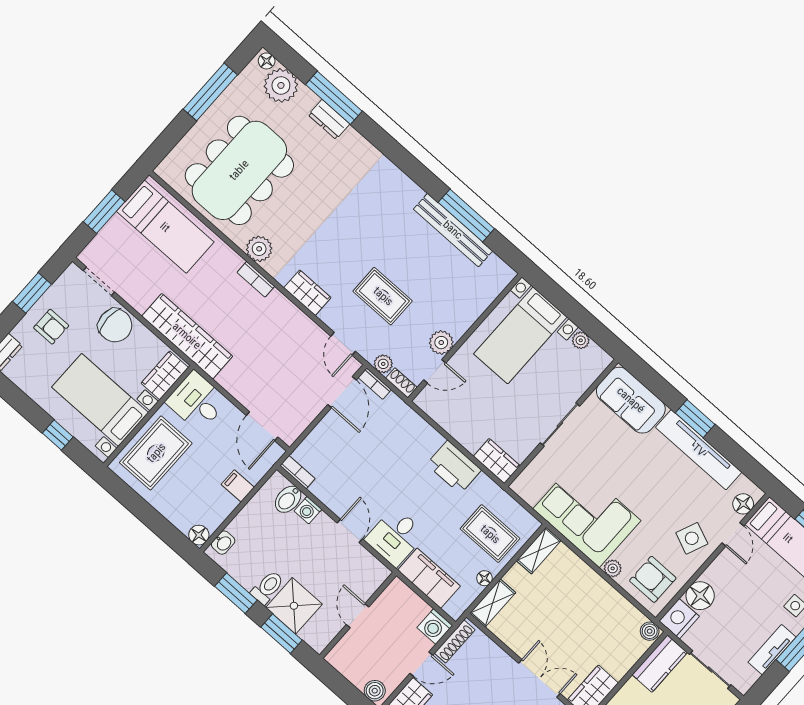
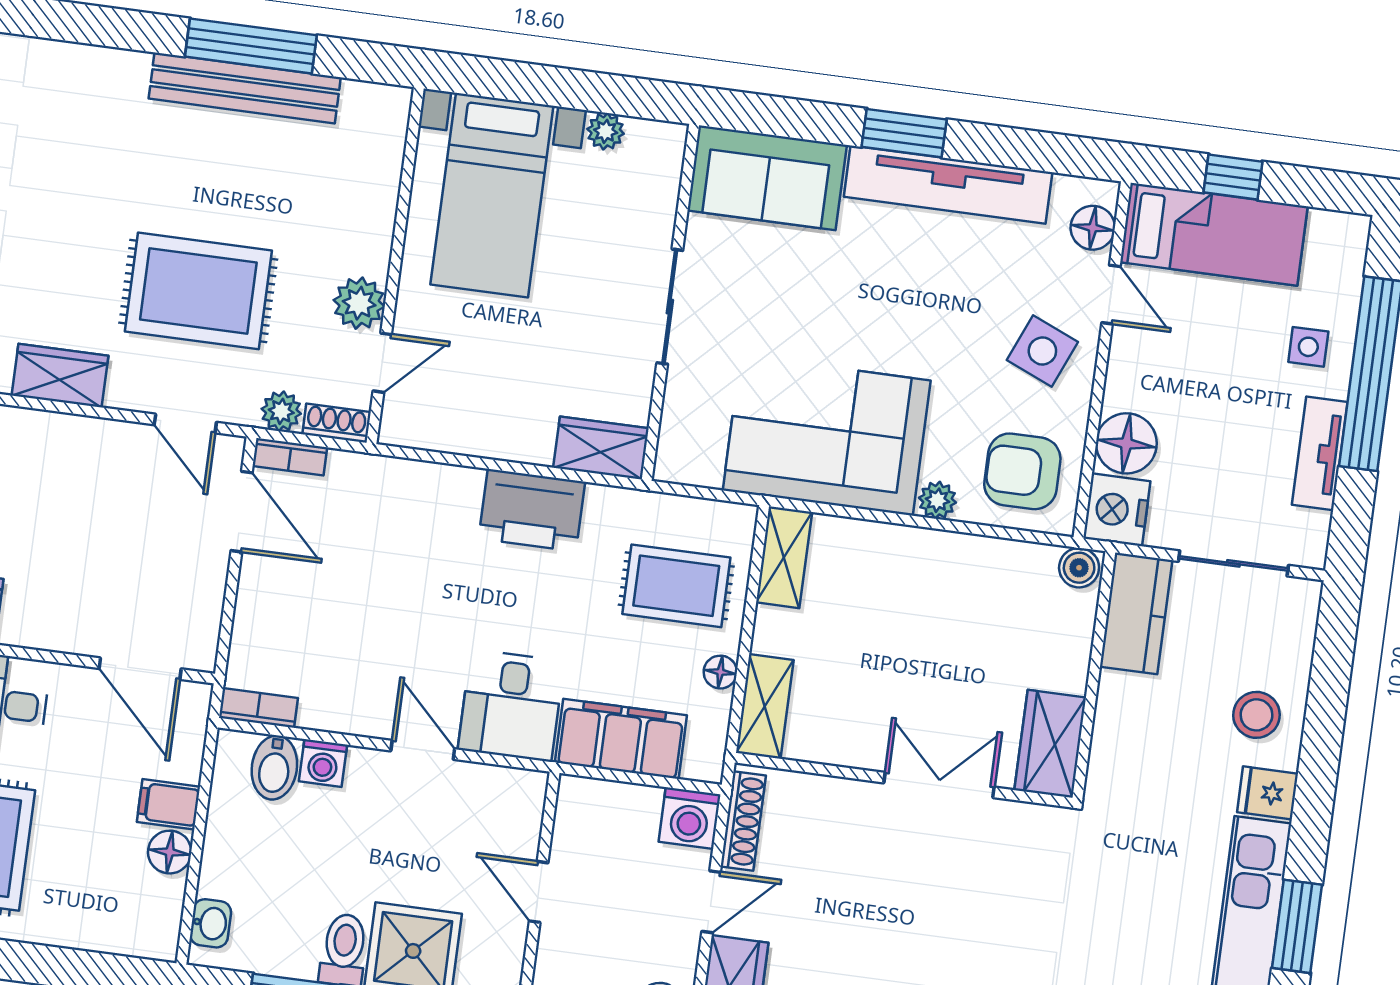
rug: (383, 296) -> (198, 291), width x1.36, depth x1.43
floor lamp: (199, 535) -> (170, 852), moved

